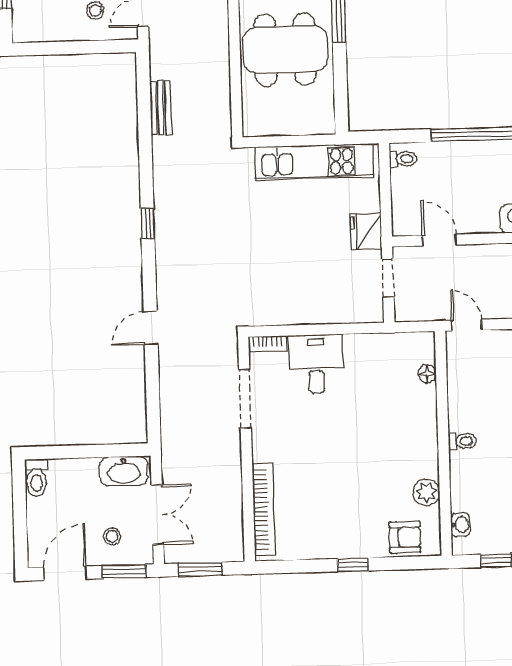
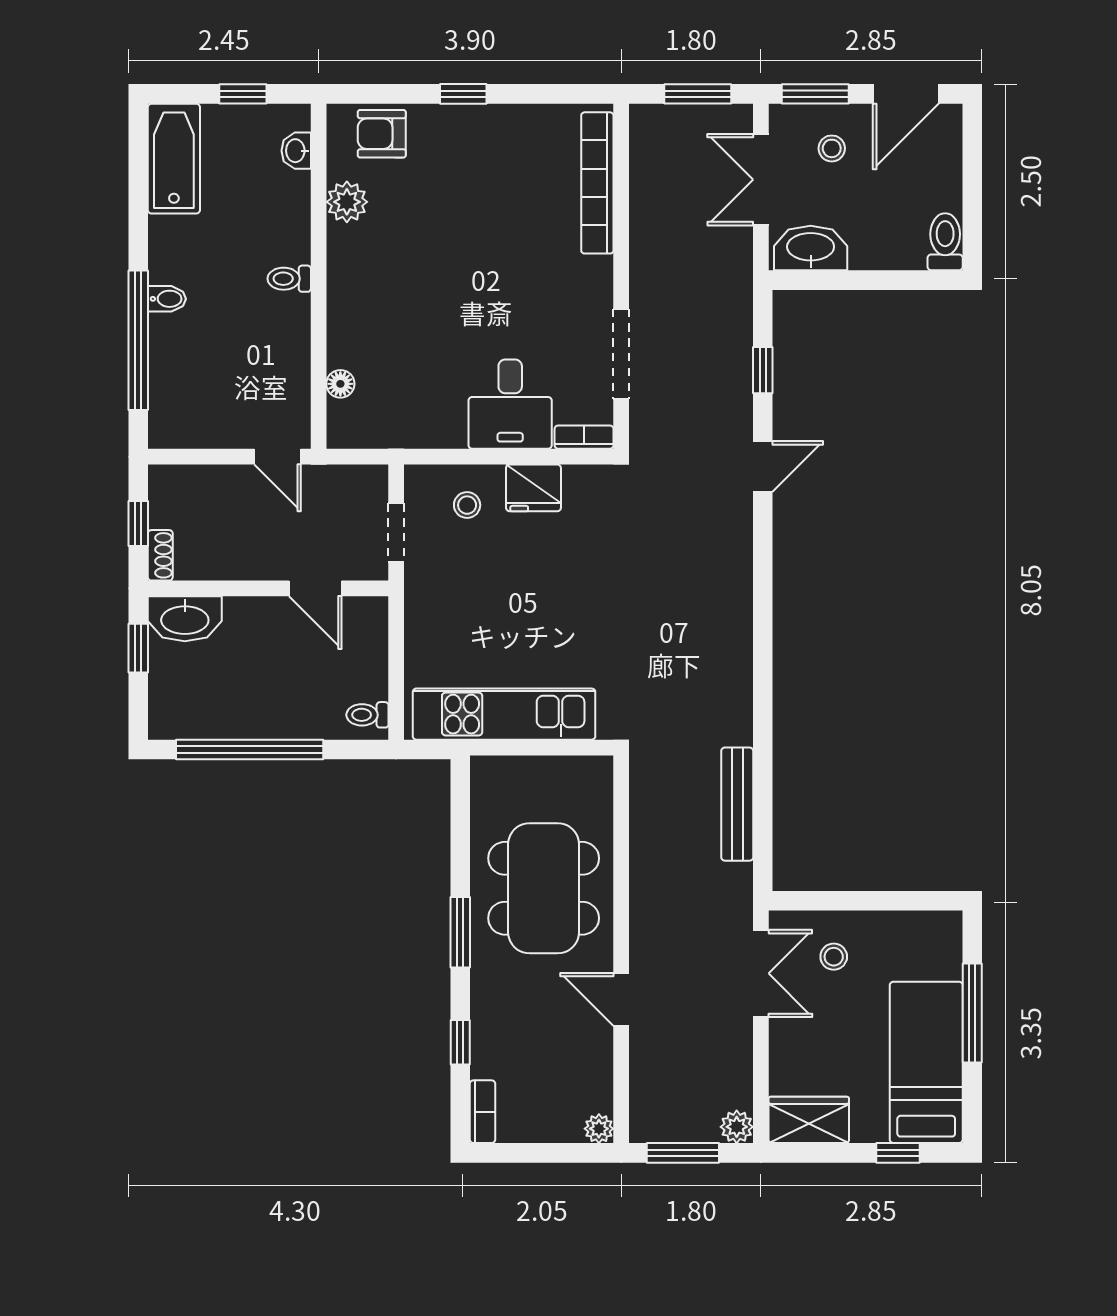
dining table: (285, 49) -> (544, 888), turned 90
bench: (161, 108) -> (737, 804), width x1.36
window: (148, 223) -> (763, 370), moved
fridge: (366, 232) -> (533, 488), moved, turned 90
stool: (342, 297) -> (467, 505), added

